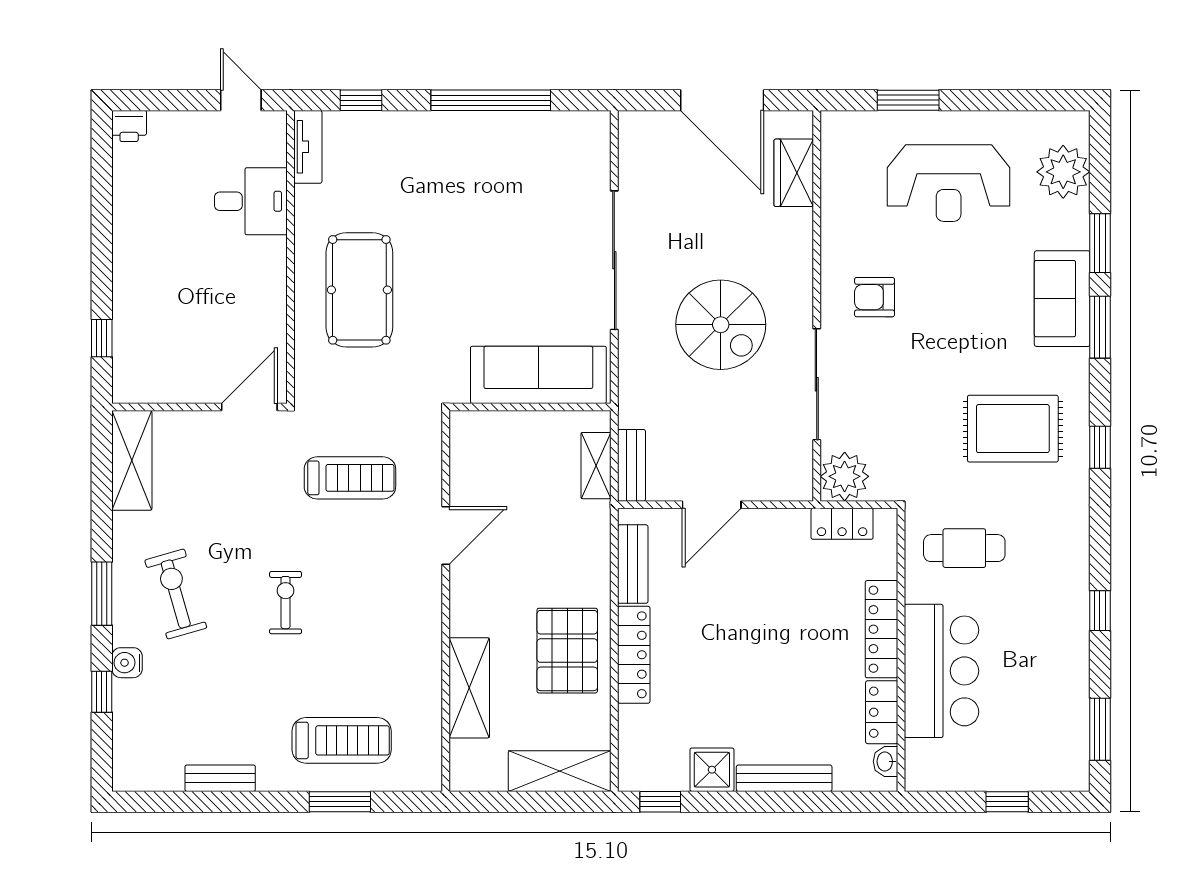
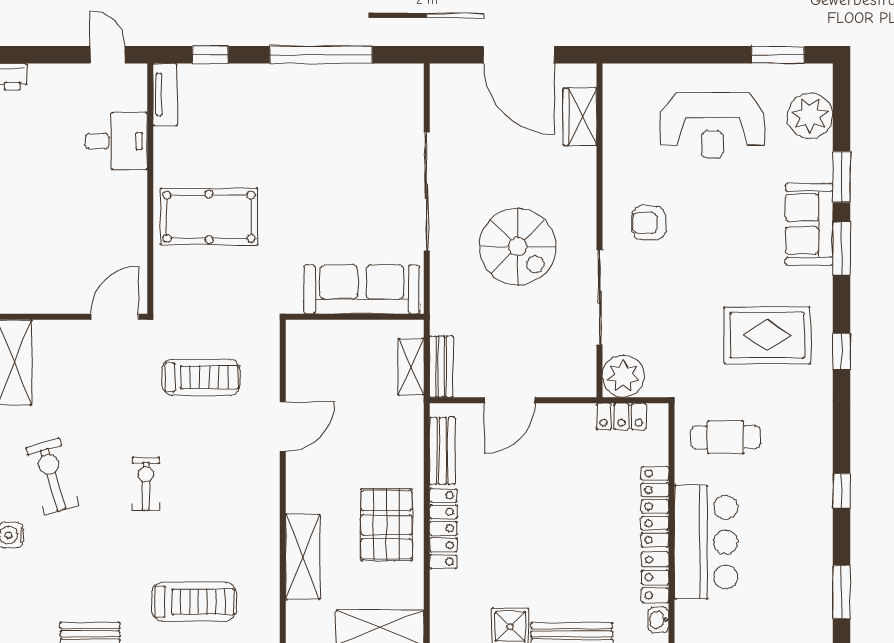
window: (908, 100) -> (778, 55), moved
pool table: (359, 290) -> (209, 217), turned 90

